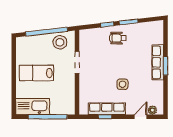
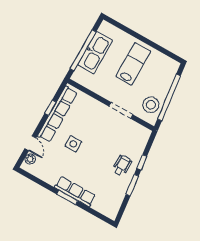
kitchen sink: (33, 107) -> (95, 53), moved
row of seats: (107, 109) -> (57, 114), width x1.36

